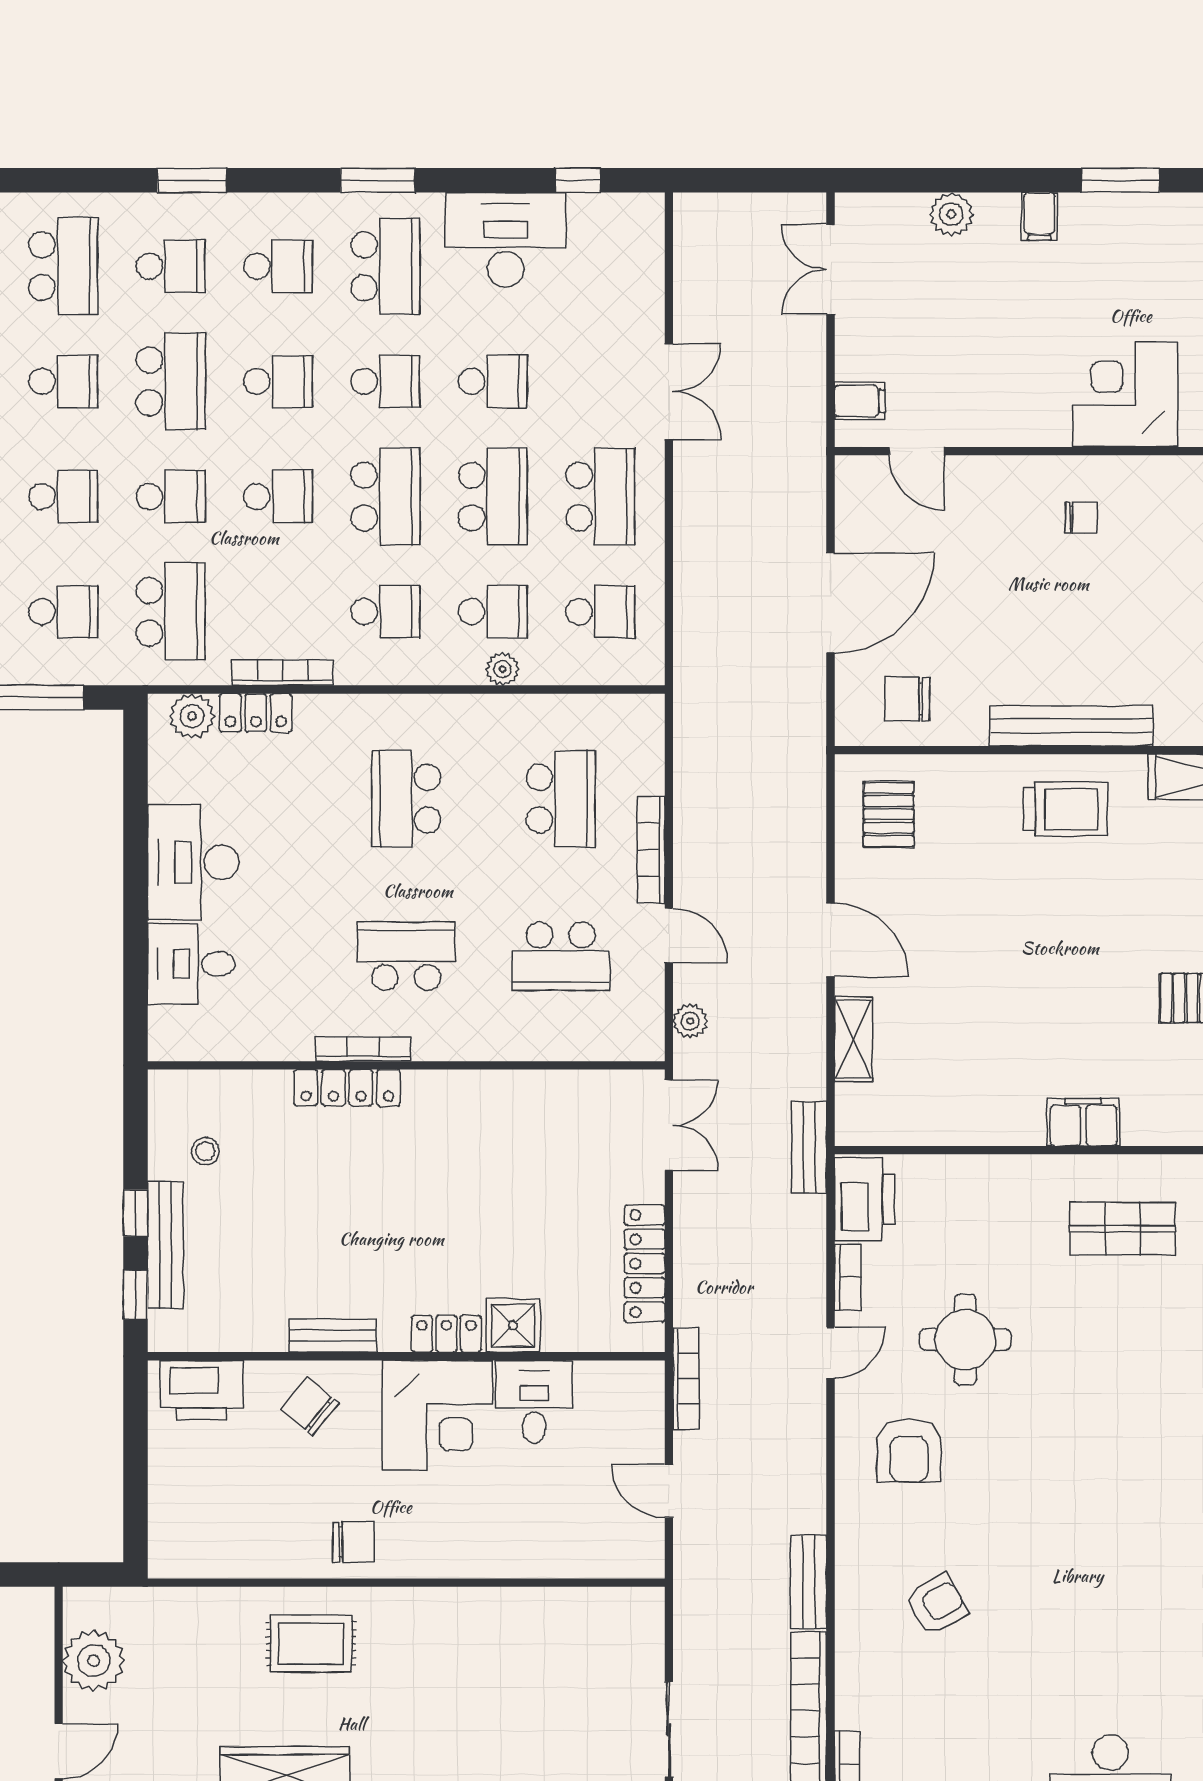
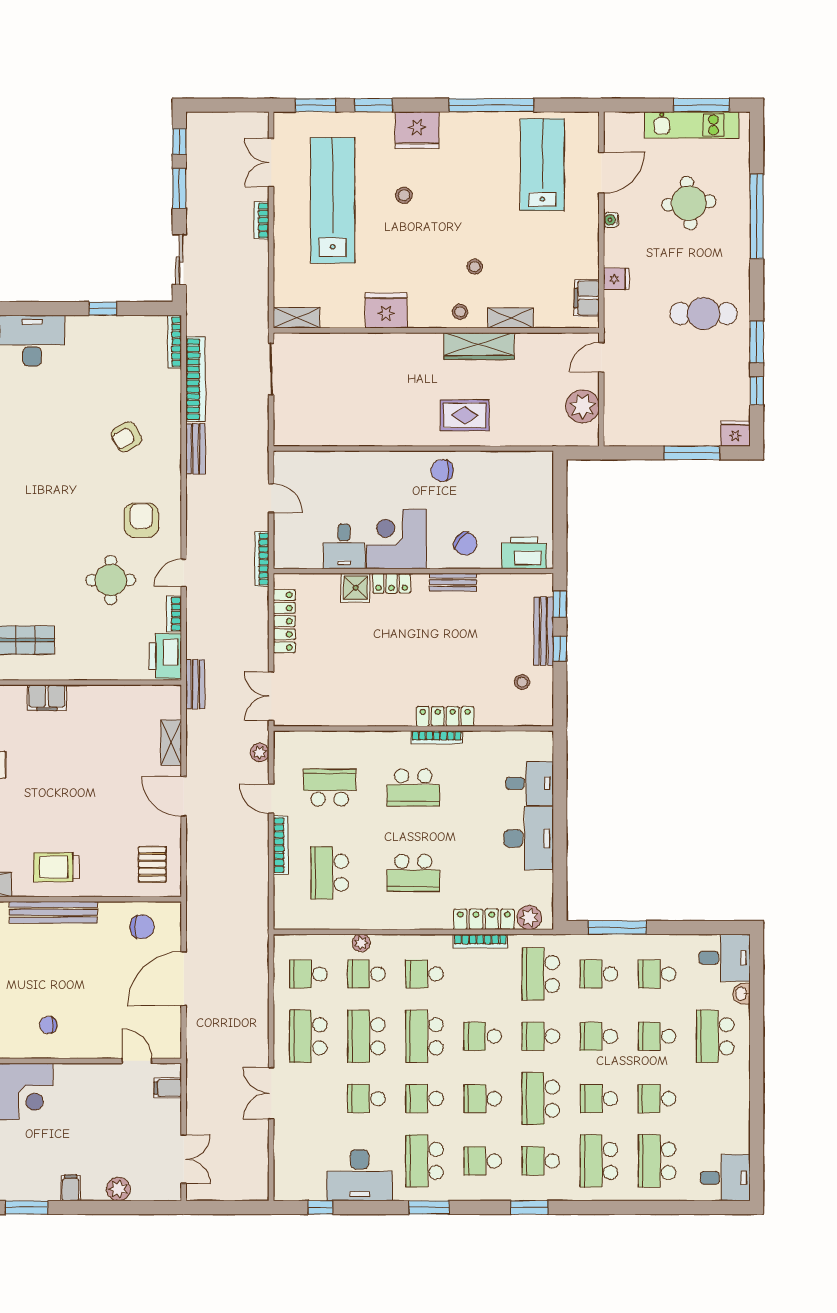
locker: (256, 713) -> (484, 919), width x1.53
school desk: (406, 799) -> (413, 873), turned 90

